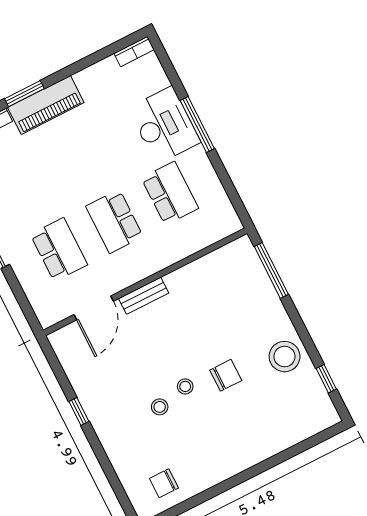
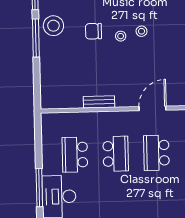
window: (271, 270) -> (36, 38), moved
bench: (144, 296) -> (99, 102), moved

